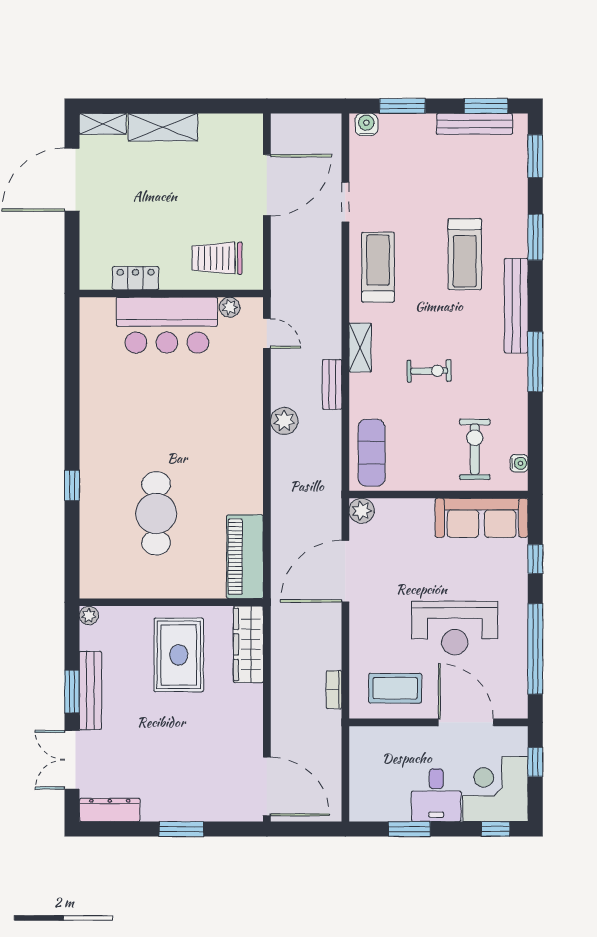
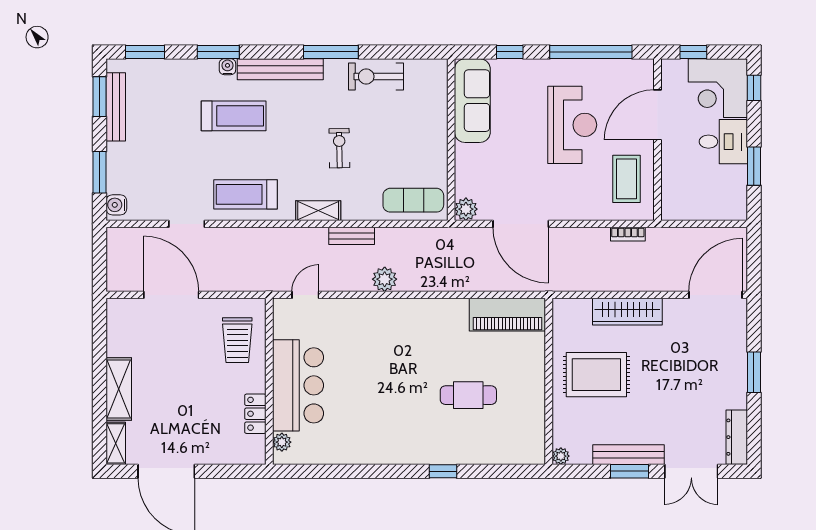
plant: (230, 307) -> (282, 442), moved
exercise bike: (475, 449) -> (376, 77), moved
water cooler: (519, 463) -> (227, 67), moved
cafe table: (156, 513) -> (468, 395), width x0.73, depth x0.74
wardrobe: (248, 644) -> (627, 312), moved

